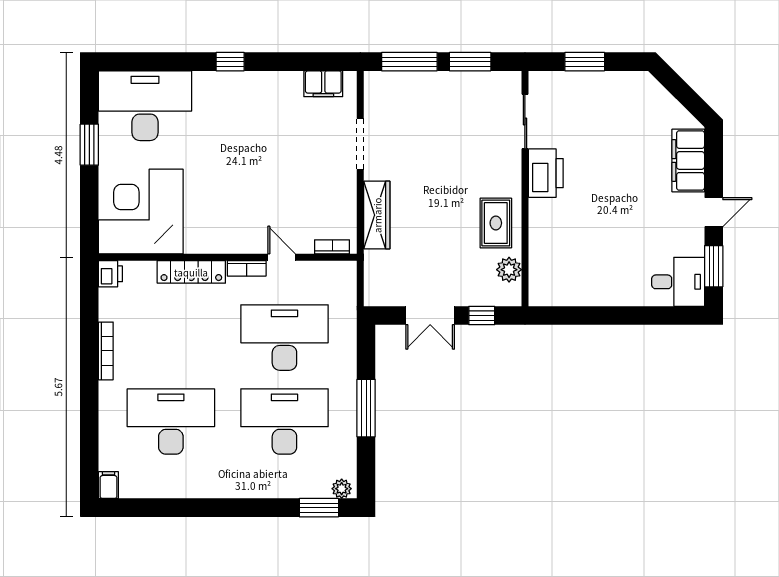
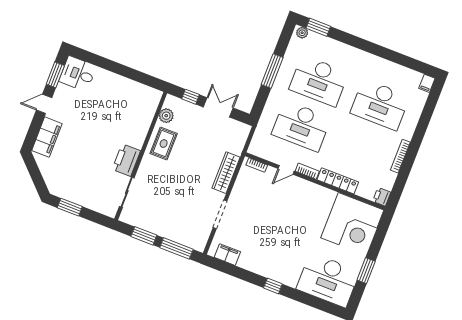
window: (585, 62) -> (70, 207), moved
door: (282, 257) -> (286, 170), hinge flipped

